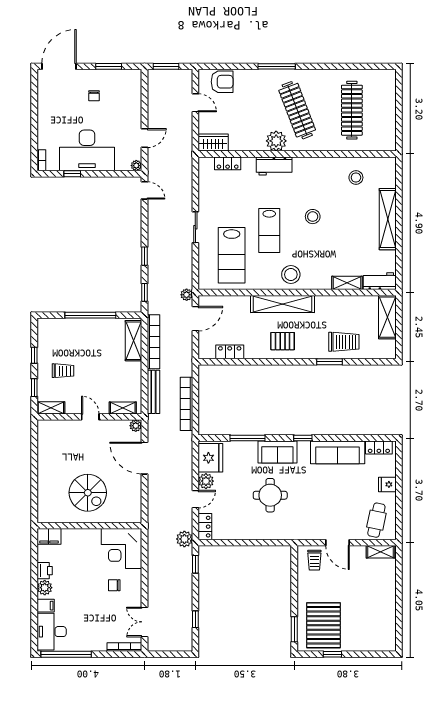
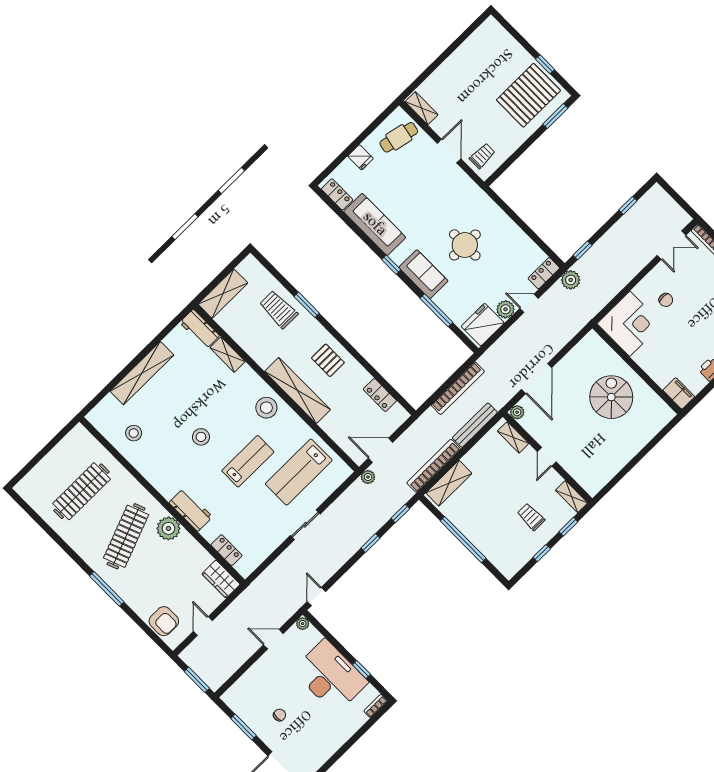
armchair: (222, 82) -> (164, 621), turned 180
lab bench: (232, 255) -> (299, 472), turned 180

